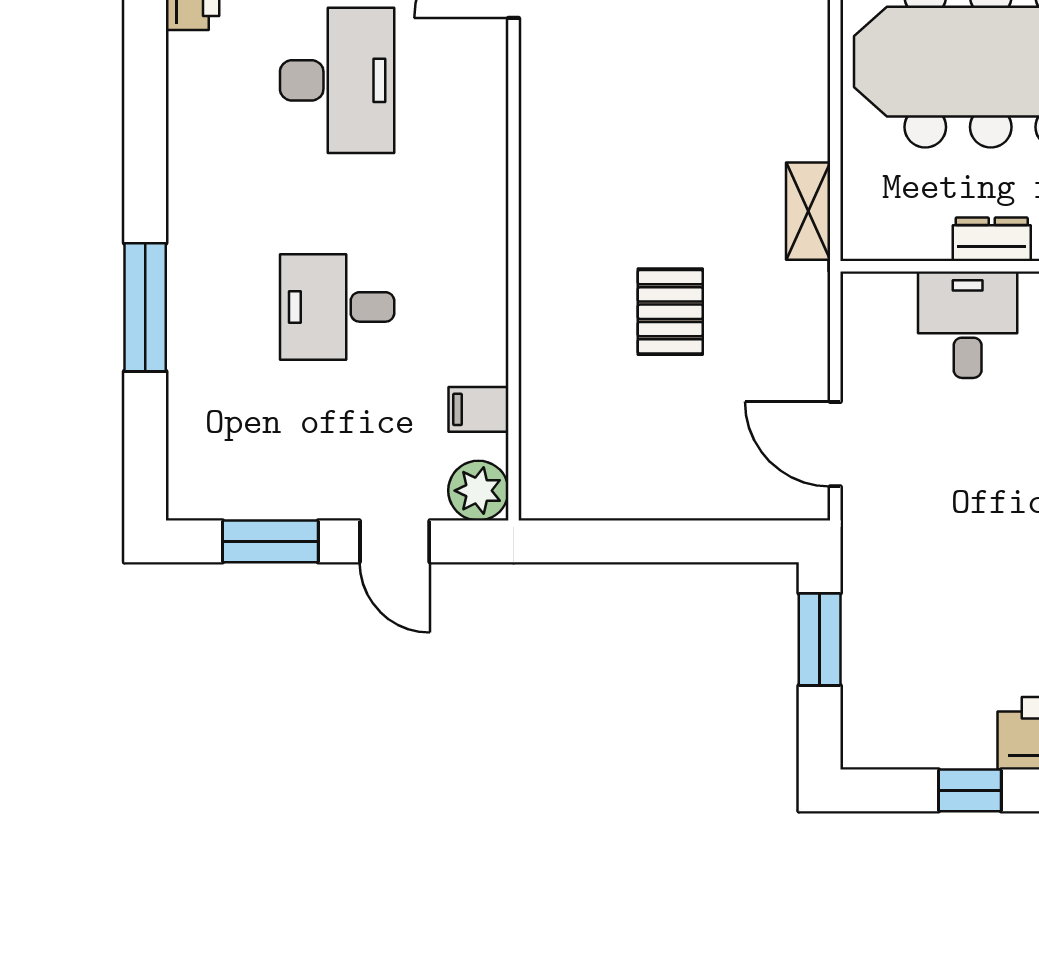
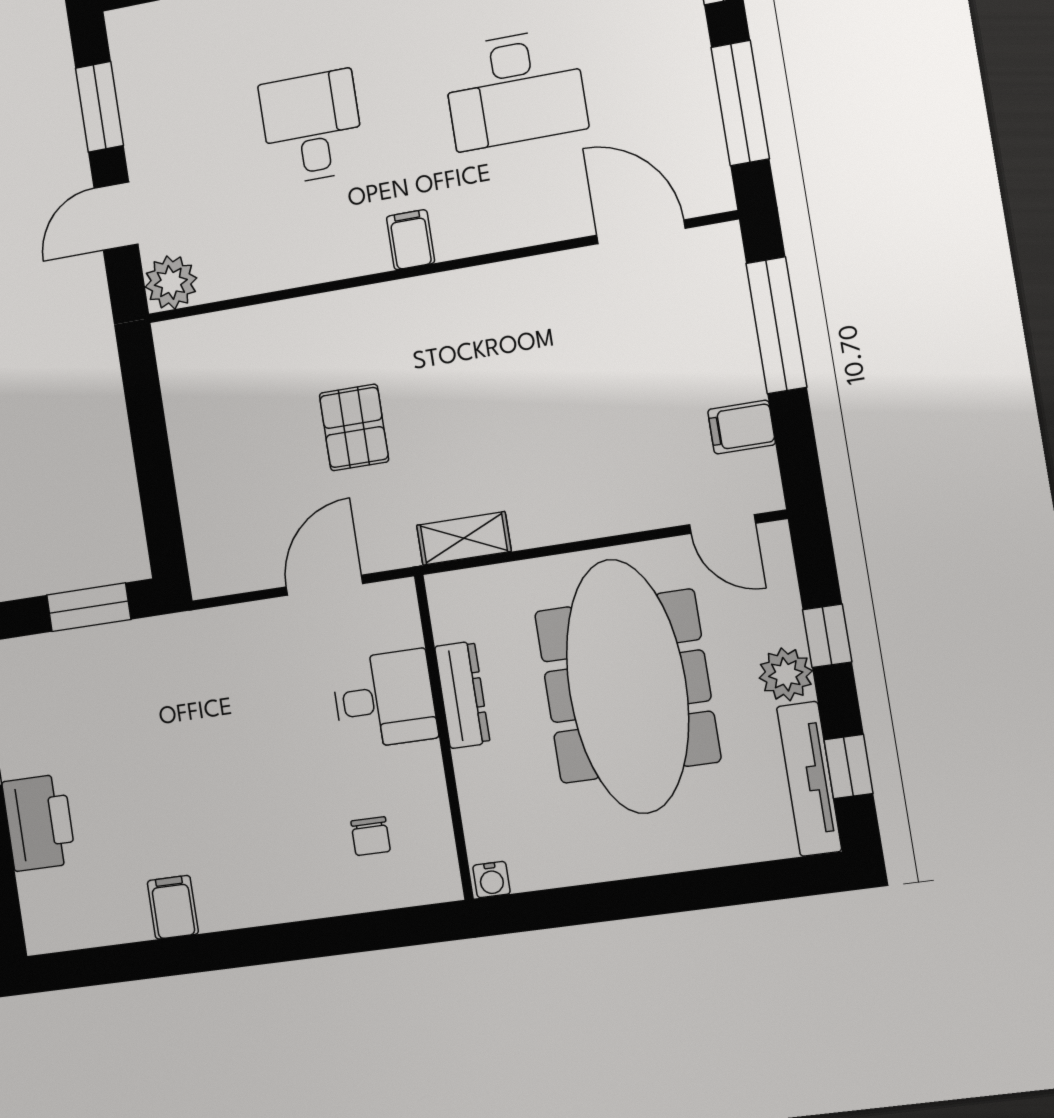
dresser: (992, 239) -> (462, 695), width x1.44
pallet: (670, 312) -> (354, 427), turned 90
filing cabinet: (478, 409) -> (411, 240), moved
door: (835, 444) -> (324, 585), moved

